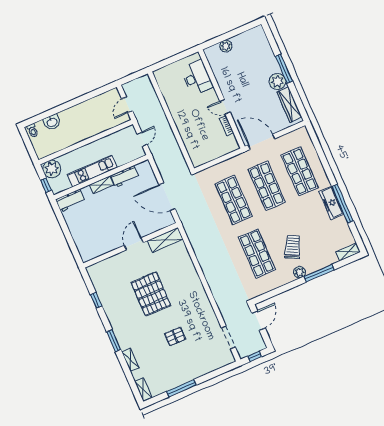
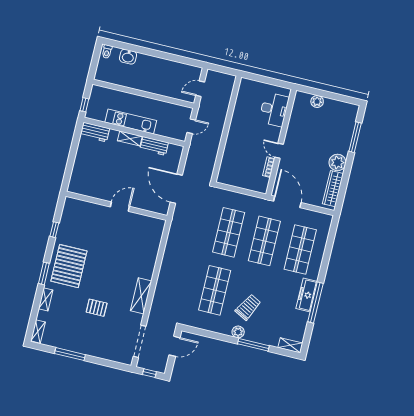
window: (284, 69) -> (355, 137), moved
plant: (52, 169) -> (99, 95), removed
shelving: (165, 240) -> (141, 296), moved, turned 90
pallet: (151, 294) -> (69, 266), moved
doorway: (228, 337) -> (140, 341), width x1.36

